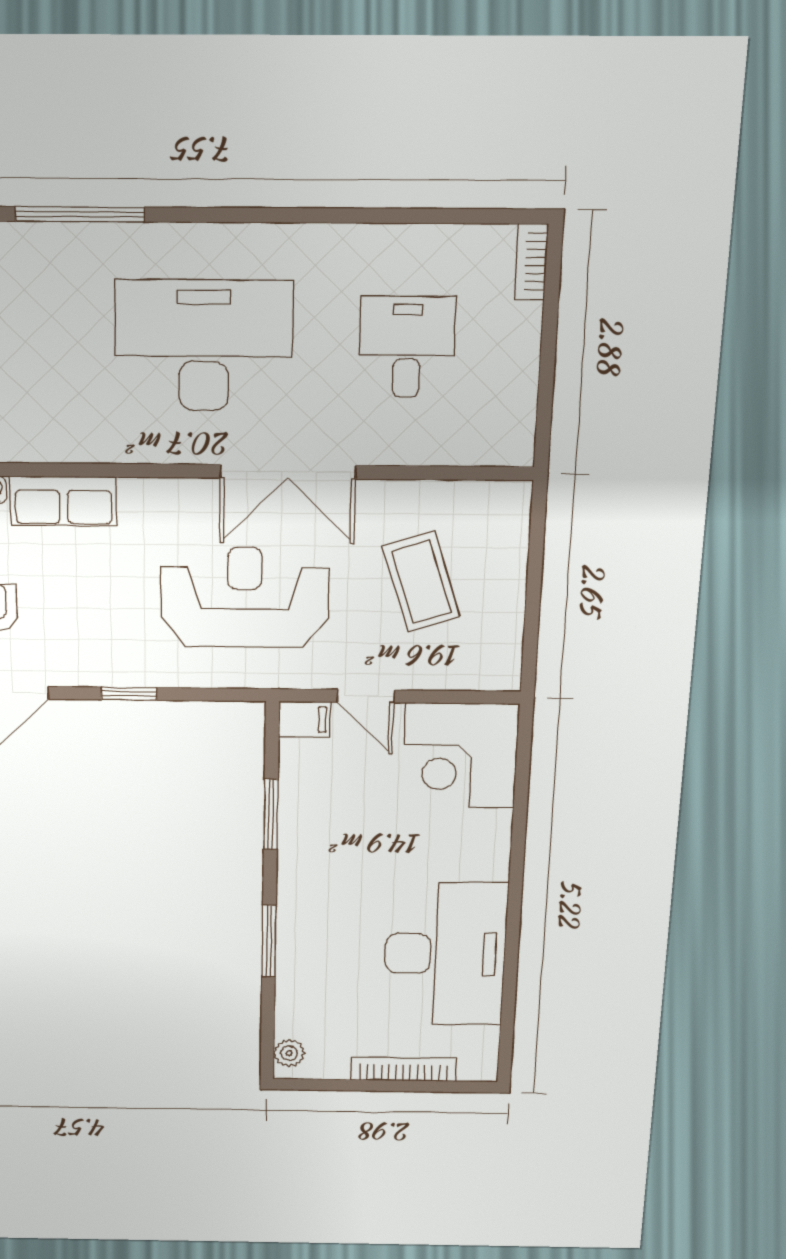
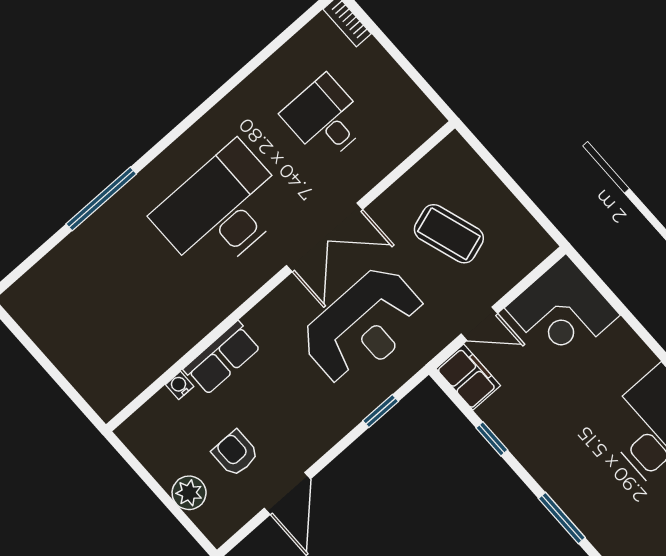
reception desk: (244, 597) -> (364, 326), turned 180
window: (129, 694) -> (381, 411), moved
filing cabinet: (305, 719) -> (468, 377), width x2.00
window: (271, 814) -> (492, 439), width x0.67

